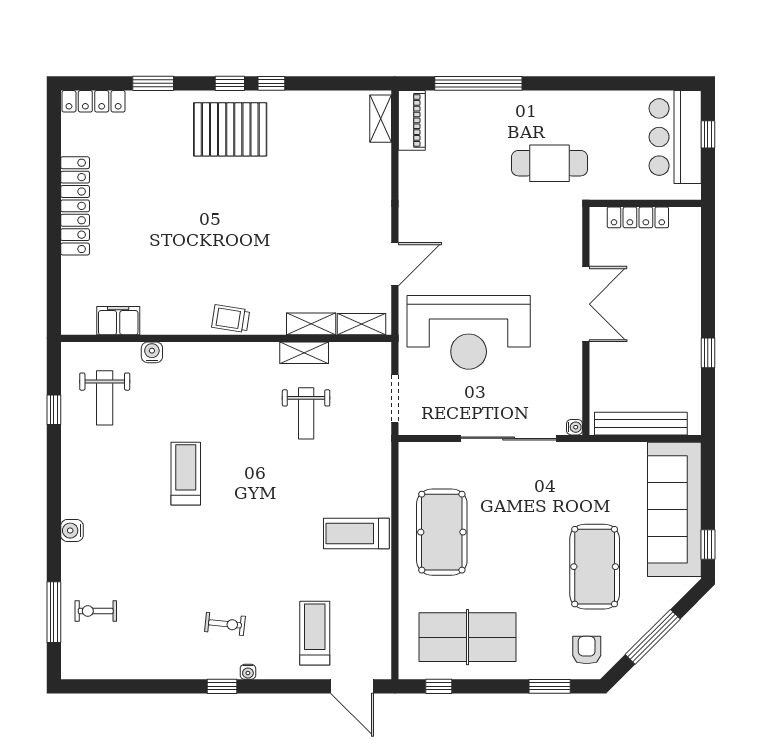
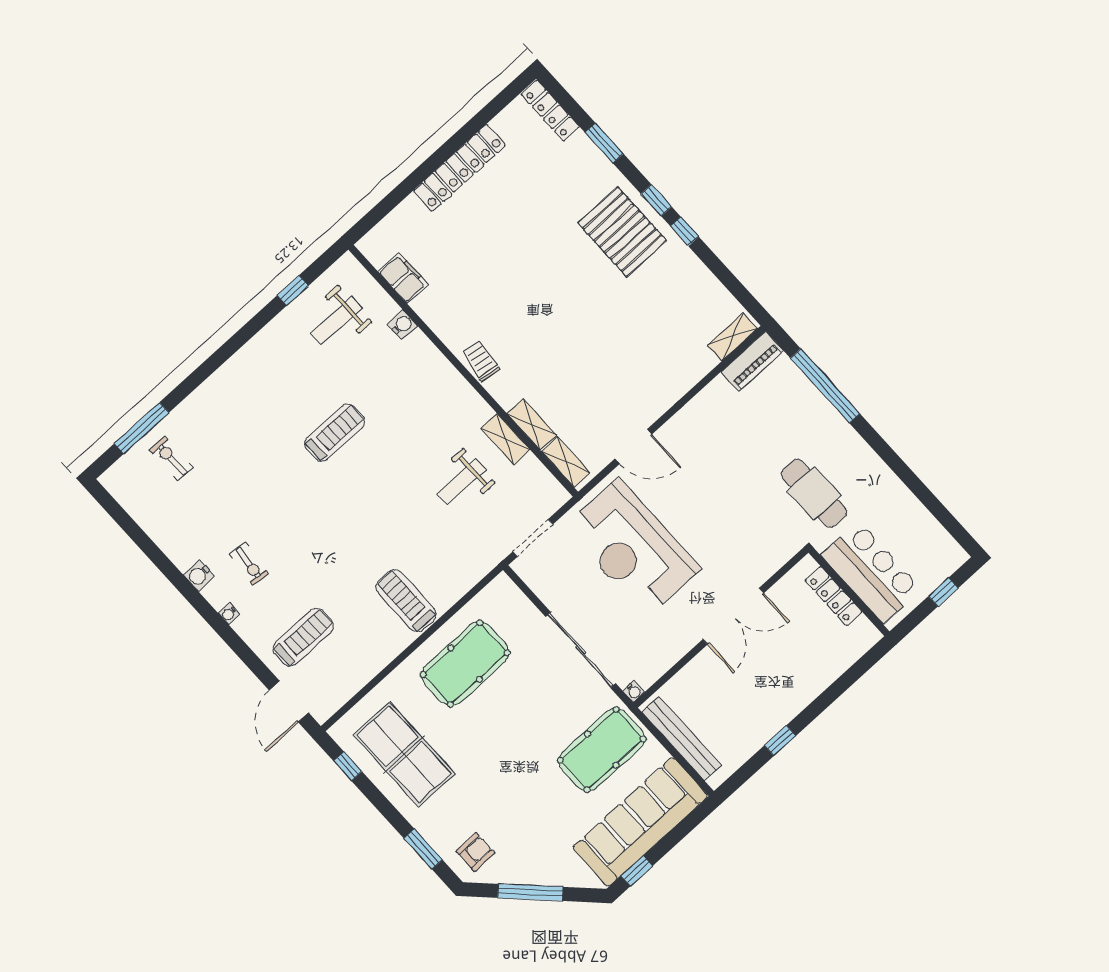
bar counter: (675, 137) -> (871, 572), moved, turned 90
water cooler: (72, 531) -> (199, 575), moved, turned -90
pool table: (595, 567) -> (602, 750), moved
window: (222, 686) -> (200, 604), removed

